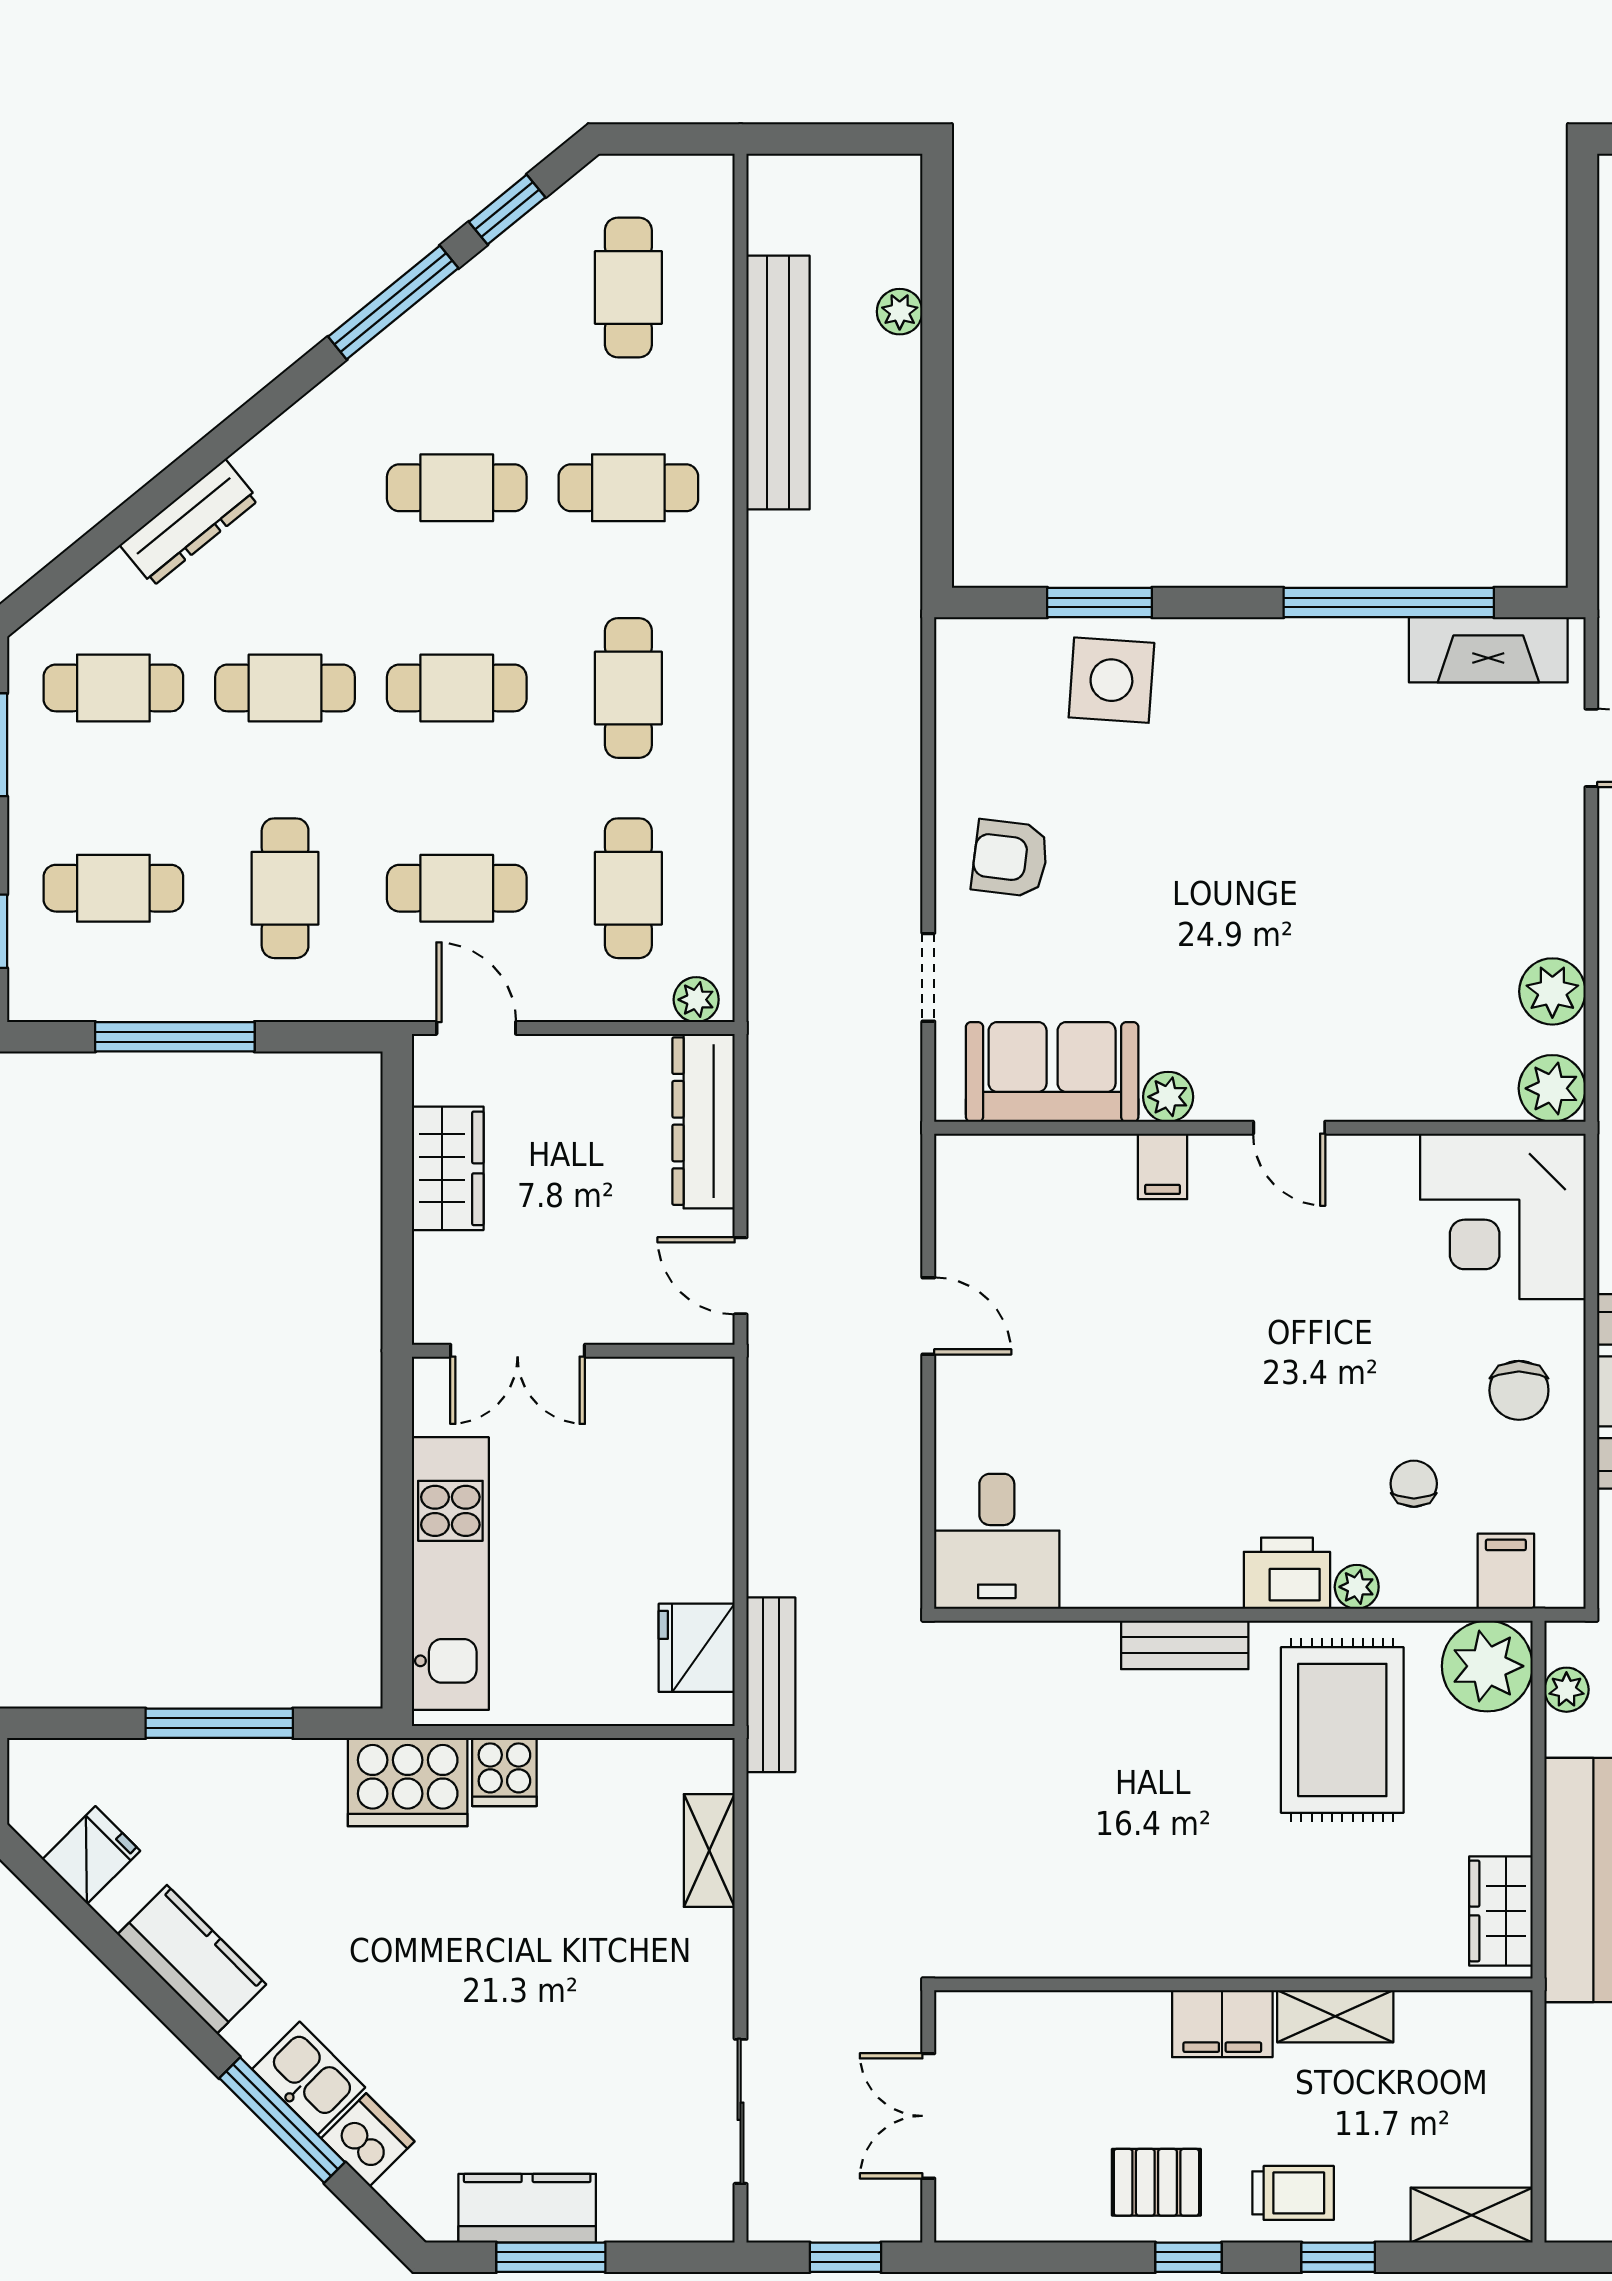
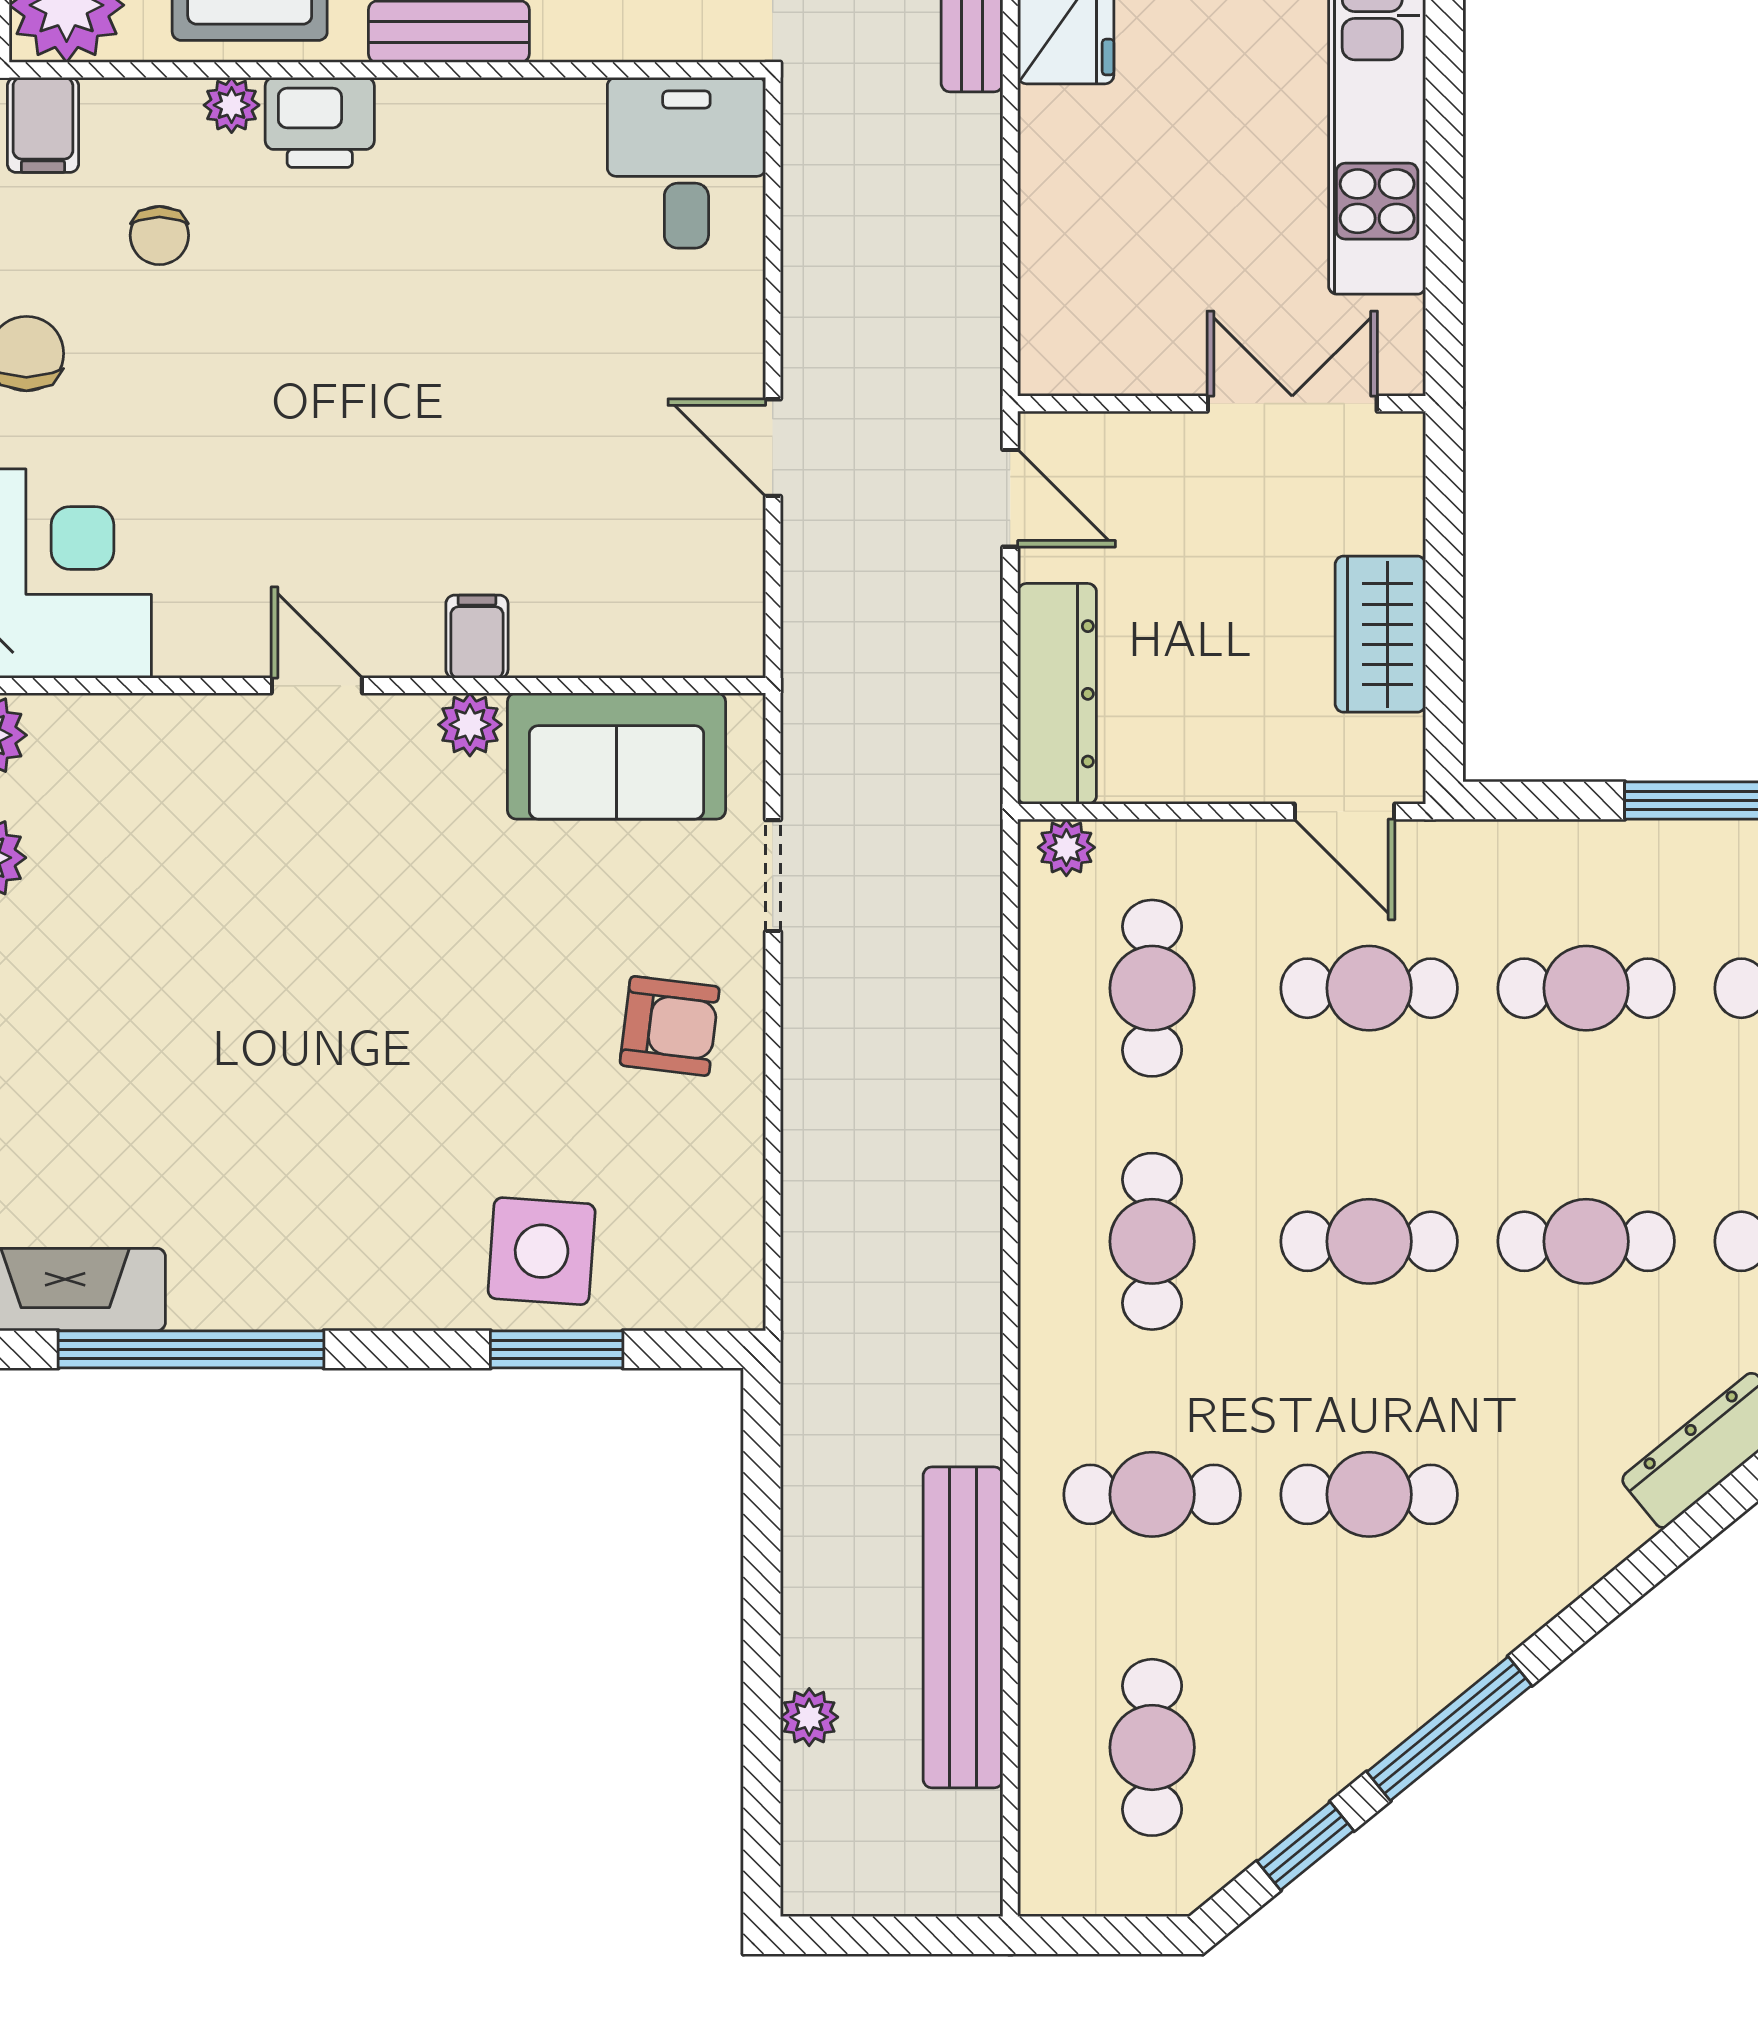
cafe table: (285, 888) -> (1586, 988), turned 90

